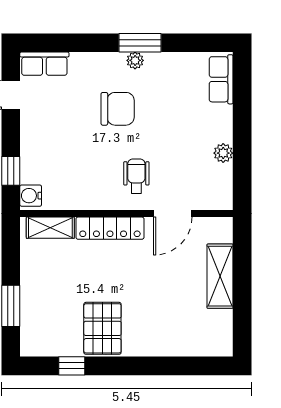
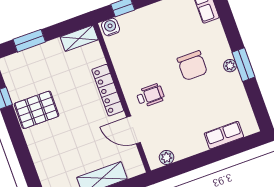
row of seats: (221, 79) -> (224, 135), moved
plant: (223, 153) -> (167, 157), moved
shelving: (50, 228) -> (79, 38), moved, turned 90

